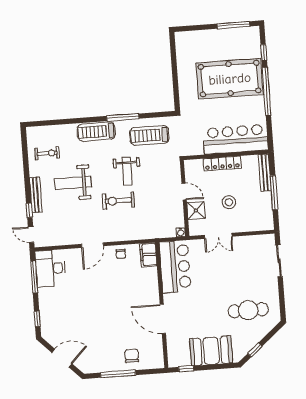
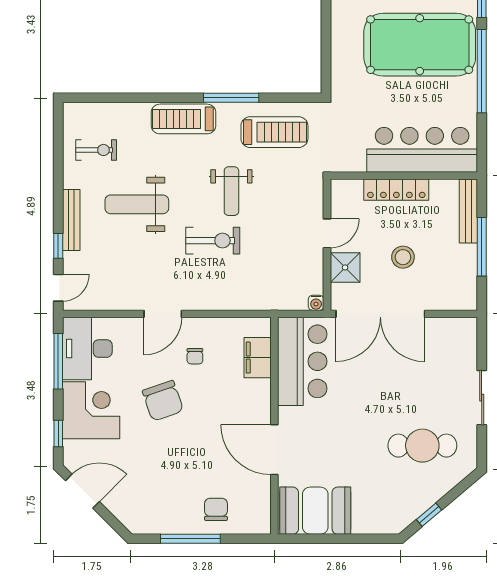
treadmill: (149, 135) -> (274, 132), turned 180
door: (184, 192) -> (327, 233), hinge flipped
exercise bike: (118, 201) -> (213, 241), turned 180
door: (31, 234) -> (58, 288), swing flipped
double door: (218, 236) -> (380, 314), width x1.87
chair: (121, 254) -> (195, 356), moved
filing cabinet: (148, 255) -> (258, 358), moved
sliding door: (279, 261) -> (482, 398), moved
chair: (96, 295) -> (163, 401), added
corner desk: (55, 304) -> (91, 410), added
booth: (211, 351) -> (315, 511), moved
door: (62, 358) -> (82, 491), moved
window: (186, 369) -> (308, 539), removed

